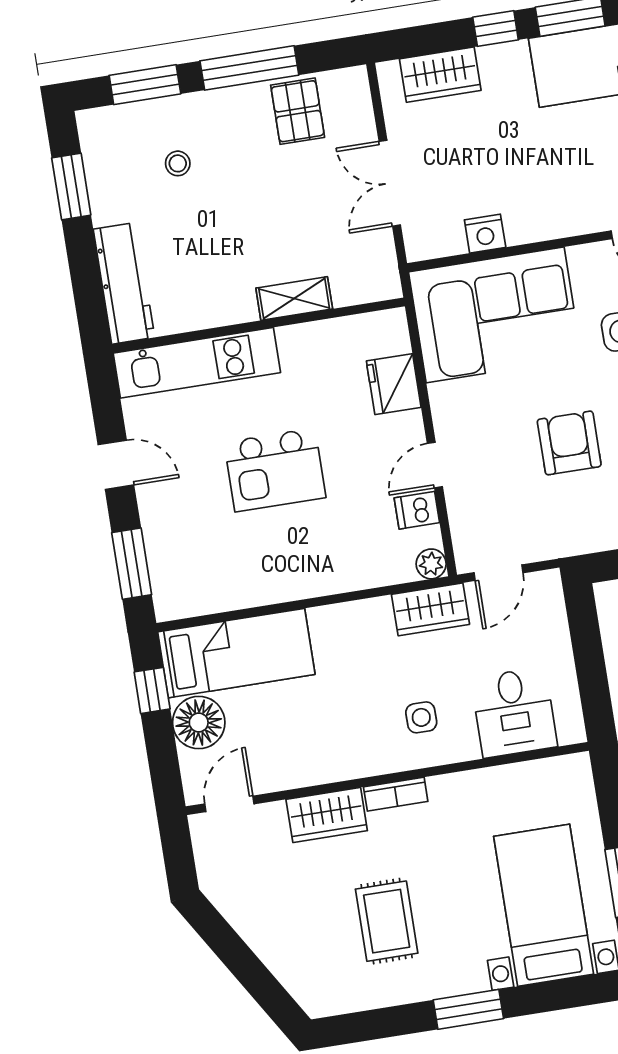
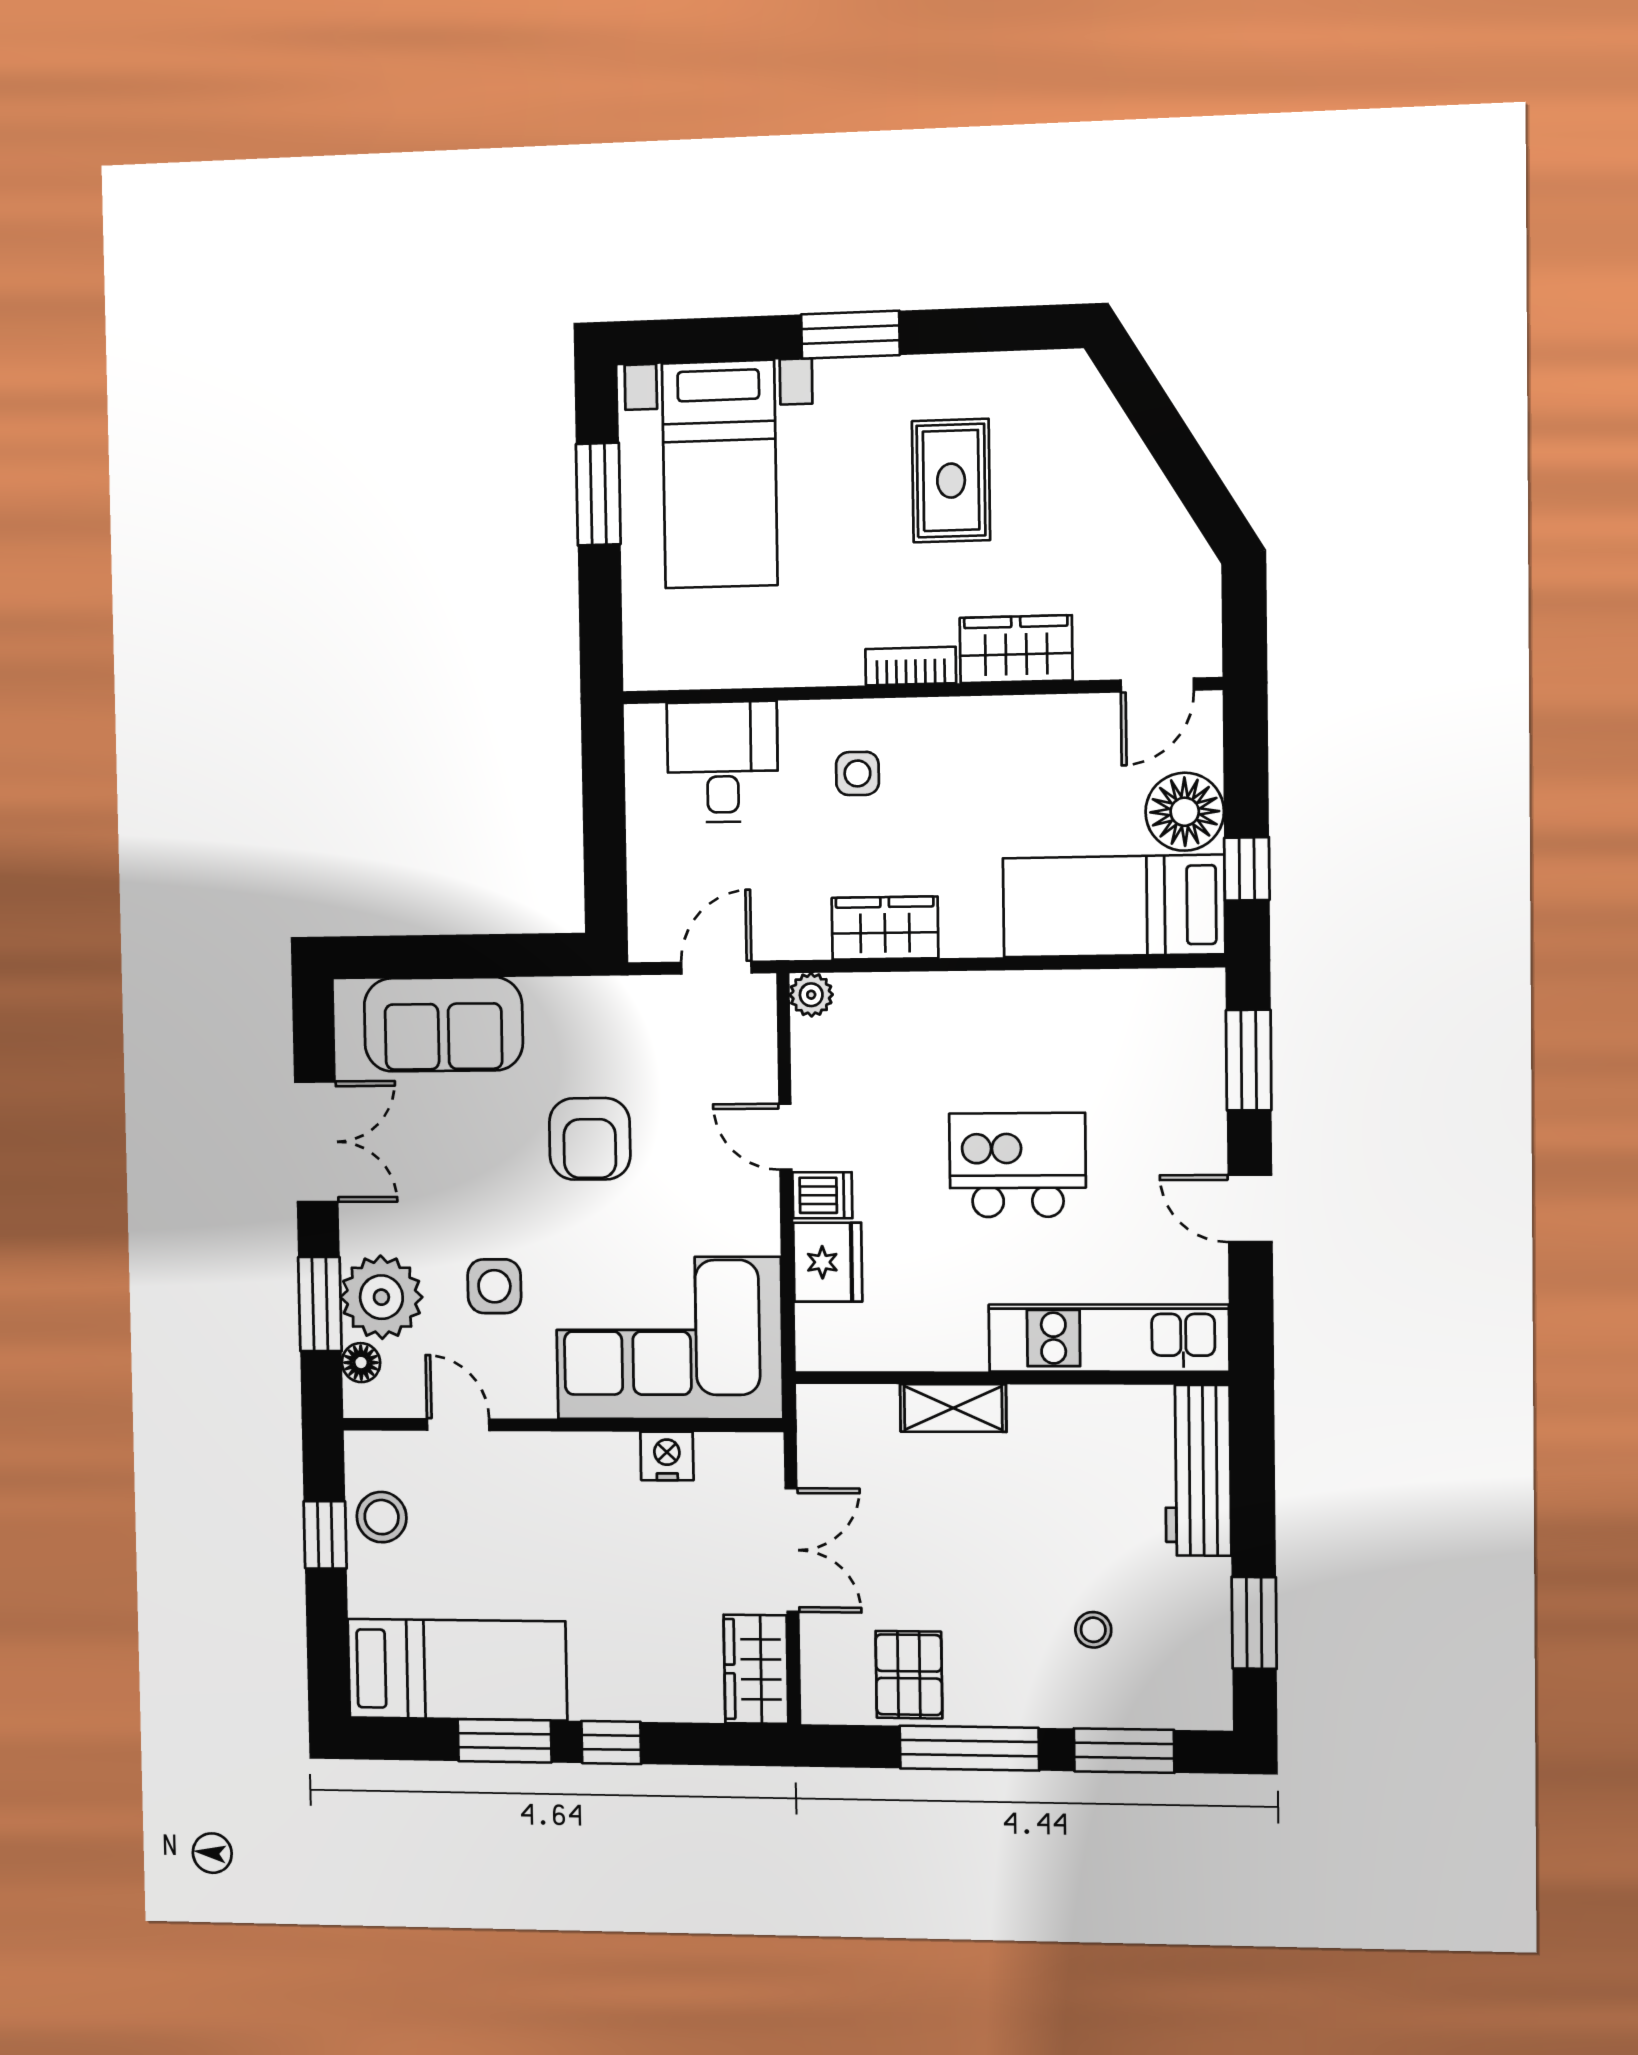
wardrobe: (440, 75) -> (756, 1669), moved, turned -90
door: (435, 465) -> (785, 1137), swing flipped
dishwasher: (417, 510) -> (822, 1195), moved
wardrobe: (430, 609) -> (885, 928), moved

